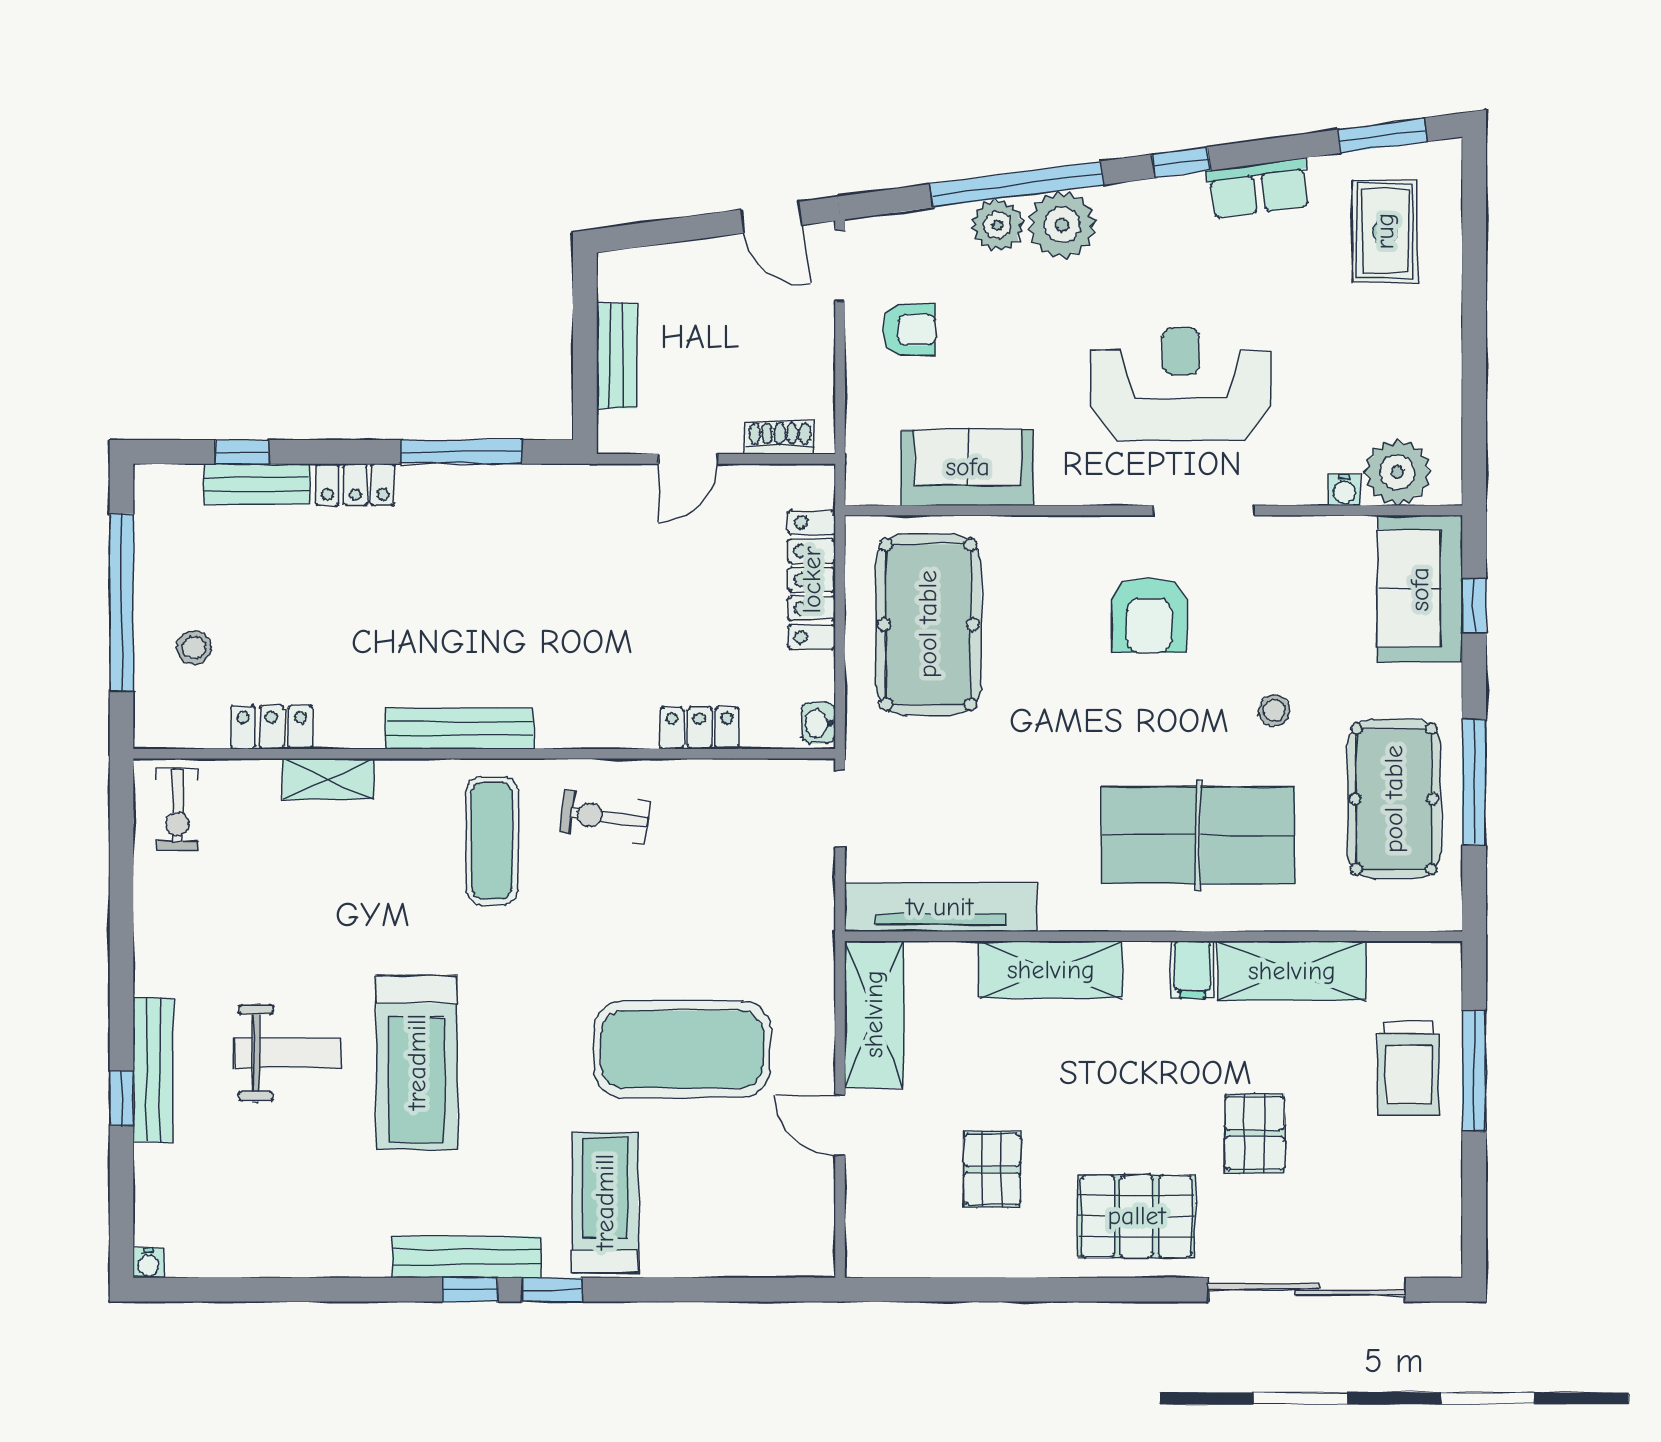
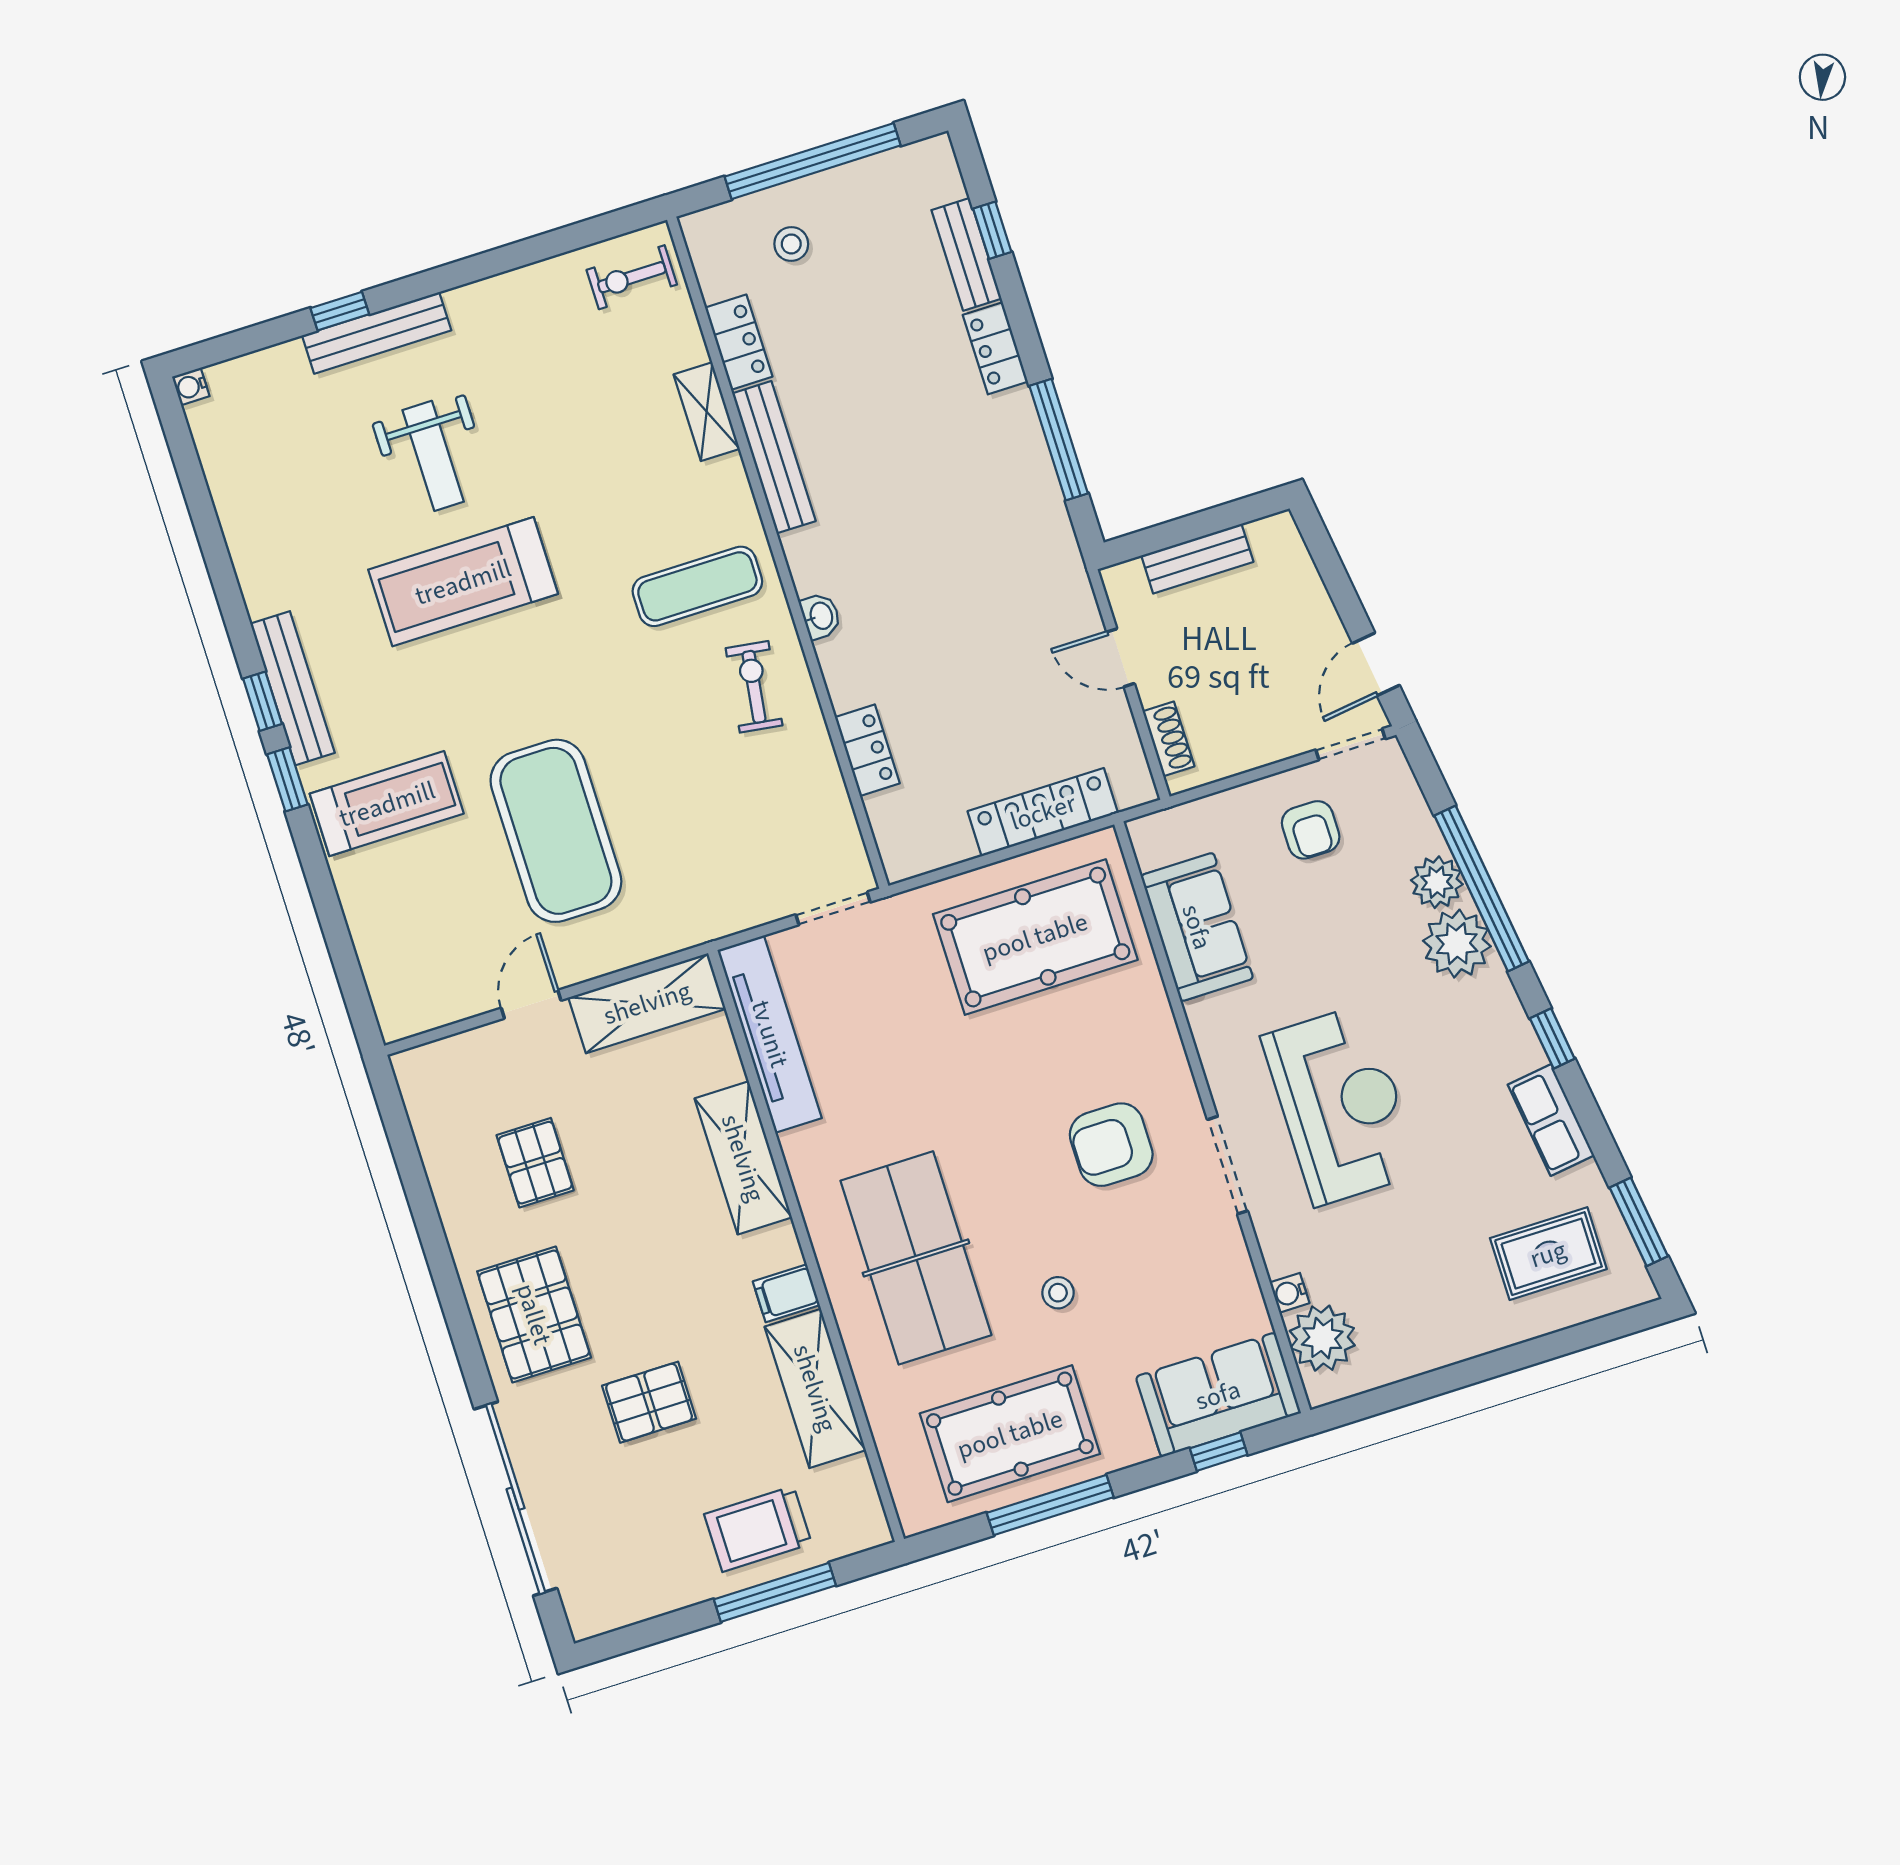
washbasin: (818, 723) -> (820, 616), moved, turned 90
bench: (459, 729) -> (774, 457), moved
pallet: (992, 1169) -> (535, 1163), turned 90

